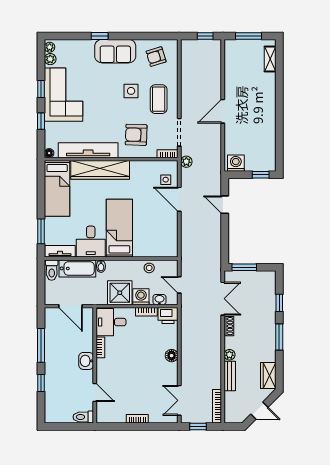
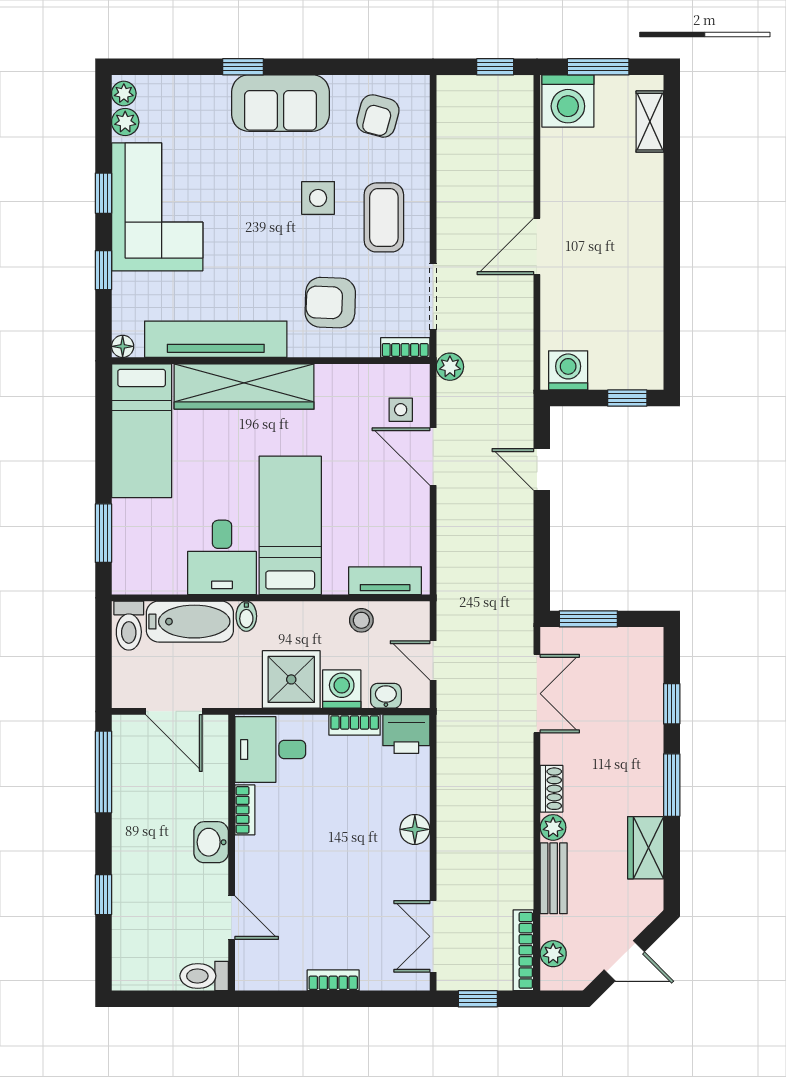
washing machine: (236, 50) -> (568, 101), added
armchair: (156, 57) -> (378, 116), turned -58
tv unit: (60, 251) -> (385, 581), moved
shoe rack: (229, 326) -> (552, 789), moved
window: (41, 345) -> (103, 772), moved
wardrobe: (268, 376) -> (646, 848), moved
plant: (230, 408) -> (553, 954), added

